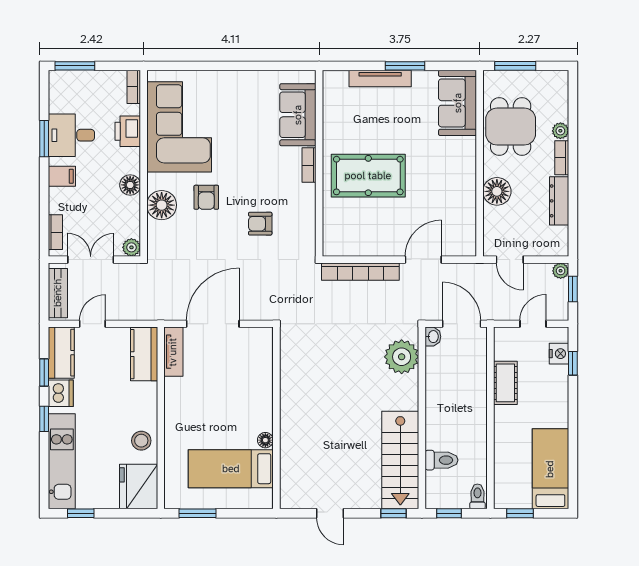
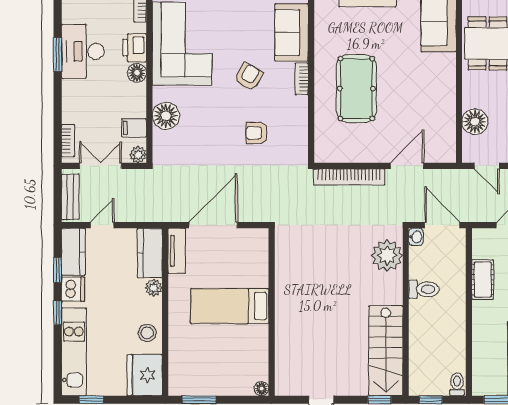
desk: (71, 135) -> (83, 51), width x1.37
filing cabinet: (62, 176) -> (134, 128), moved, turned 180
pool table: (368, 176) -> (356, 89), turned 90
floor lamp: (130, 185) -> (137, 73), moved
floor lamp: (497, 191) -> (475, 122), moved
armchair: (206, 197) -> (249, 77), moved, turned -150
plant: (148, 392) -> (154, 288), added
floor lamp: (265, 440) -> (261, 389), moved
toilet: (441, 460) -> (424, 289), moved
bed: (231, 469) -> (230, 306), moved

